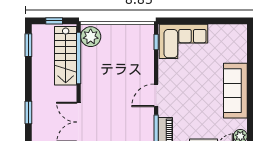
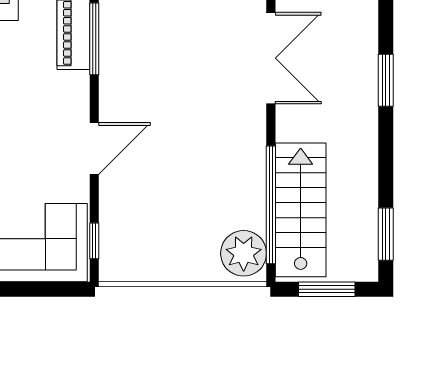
window: (54, 21) -> (327, 289), width x1.50
door: (156, 95) -> (94, 149), moved

